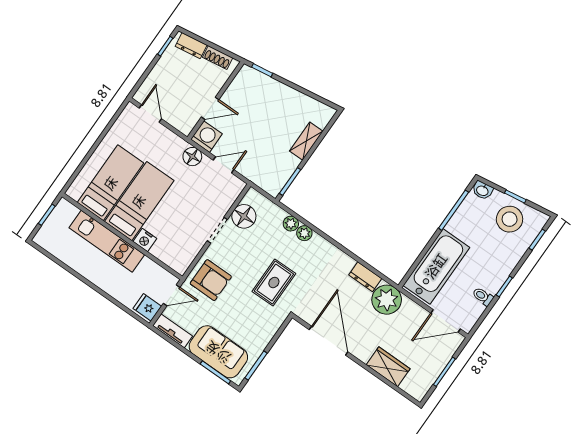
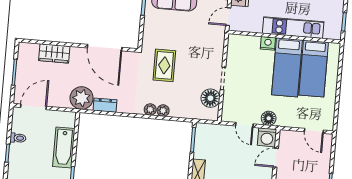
door: (224, 165) -> (244, 125), hinge flipped
plant: (291, 224) -> (150, 110), moved
bathtub: (436, 266) -> (64, 147), width x0.73, depth x0.73
armchair: (211, 280) -> (208, 42), removed

